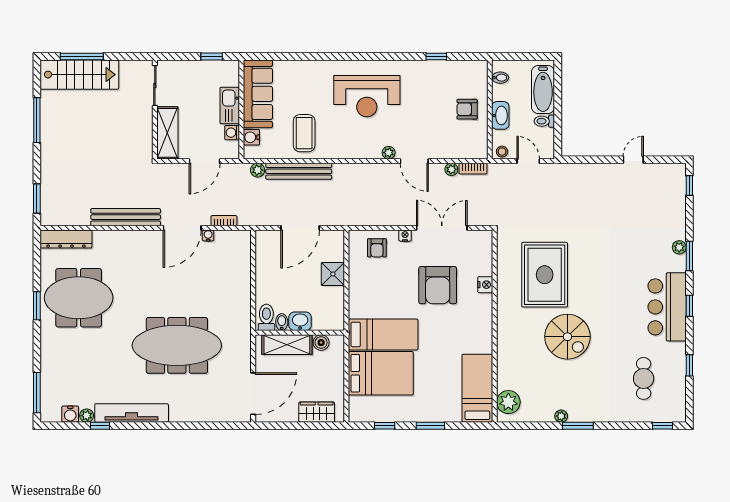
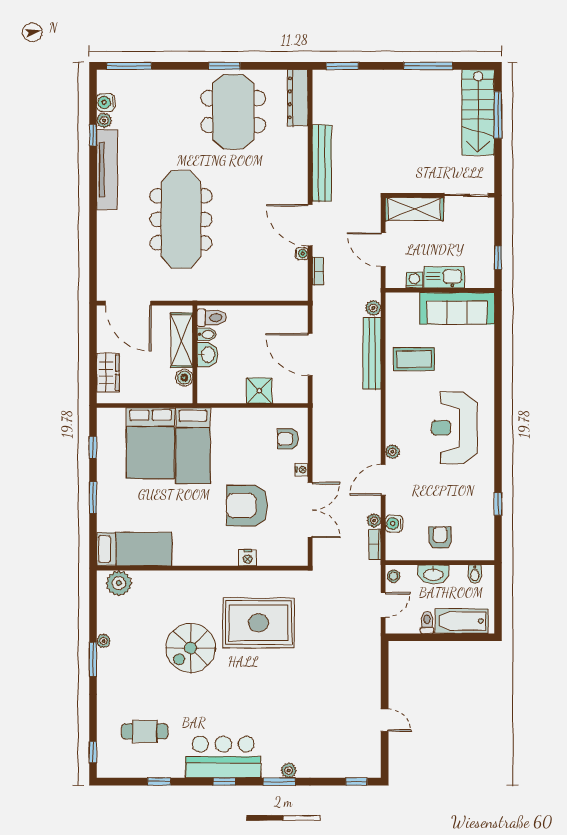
water cooler: (251, 137) -> (394, 524), moved, turned -90

